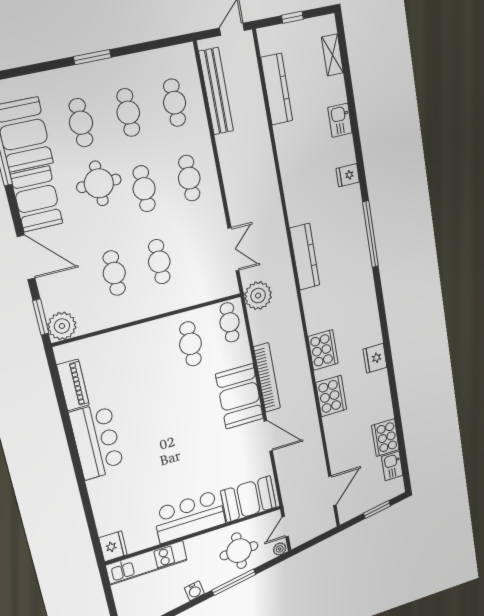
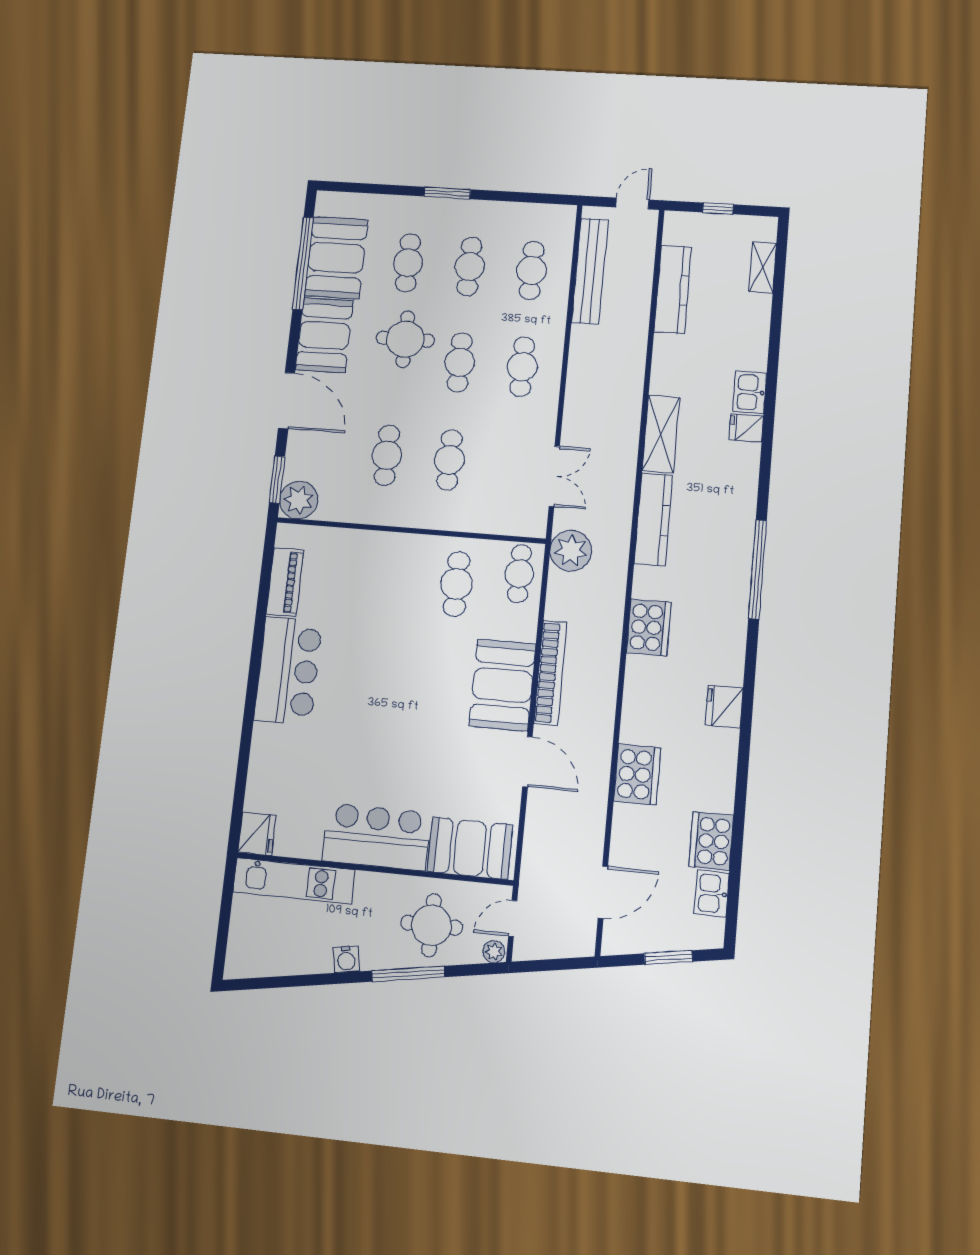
kitchen sink: (340, 120) -> (750, 392), moved
shelving: (295, 197) -> (661, 434), added
window: (371, 234) -> (757, 569), moved
cooker: (323, 350) -> (649, 627), moved
cooker: (331, 396) -> (637, 775), moved

